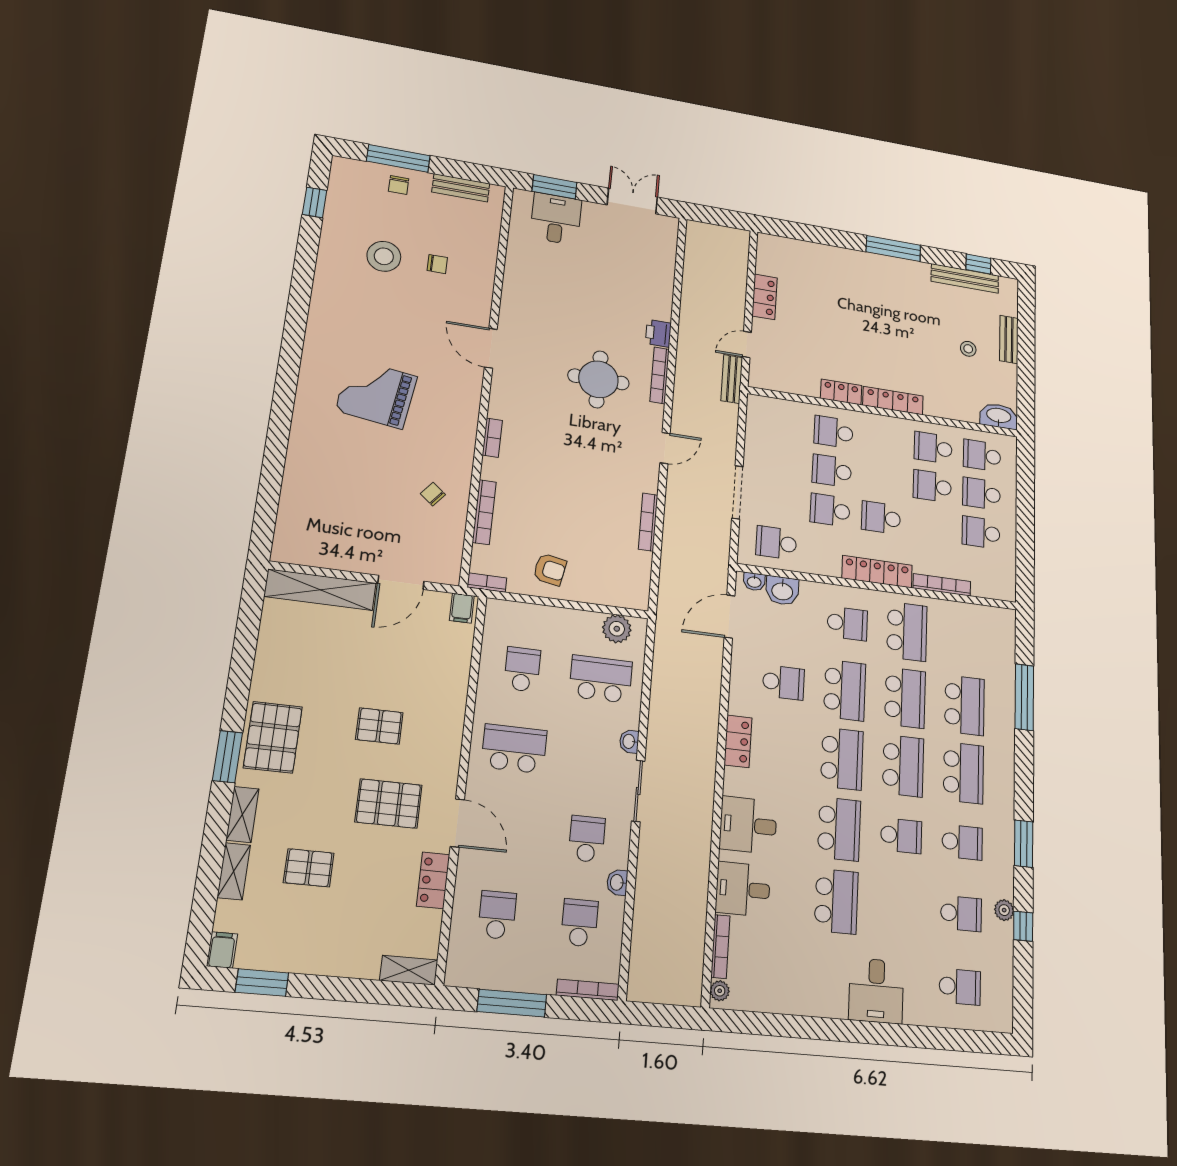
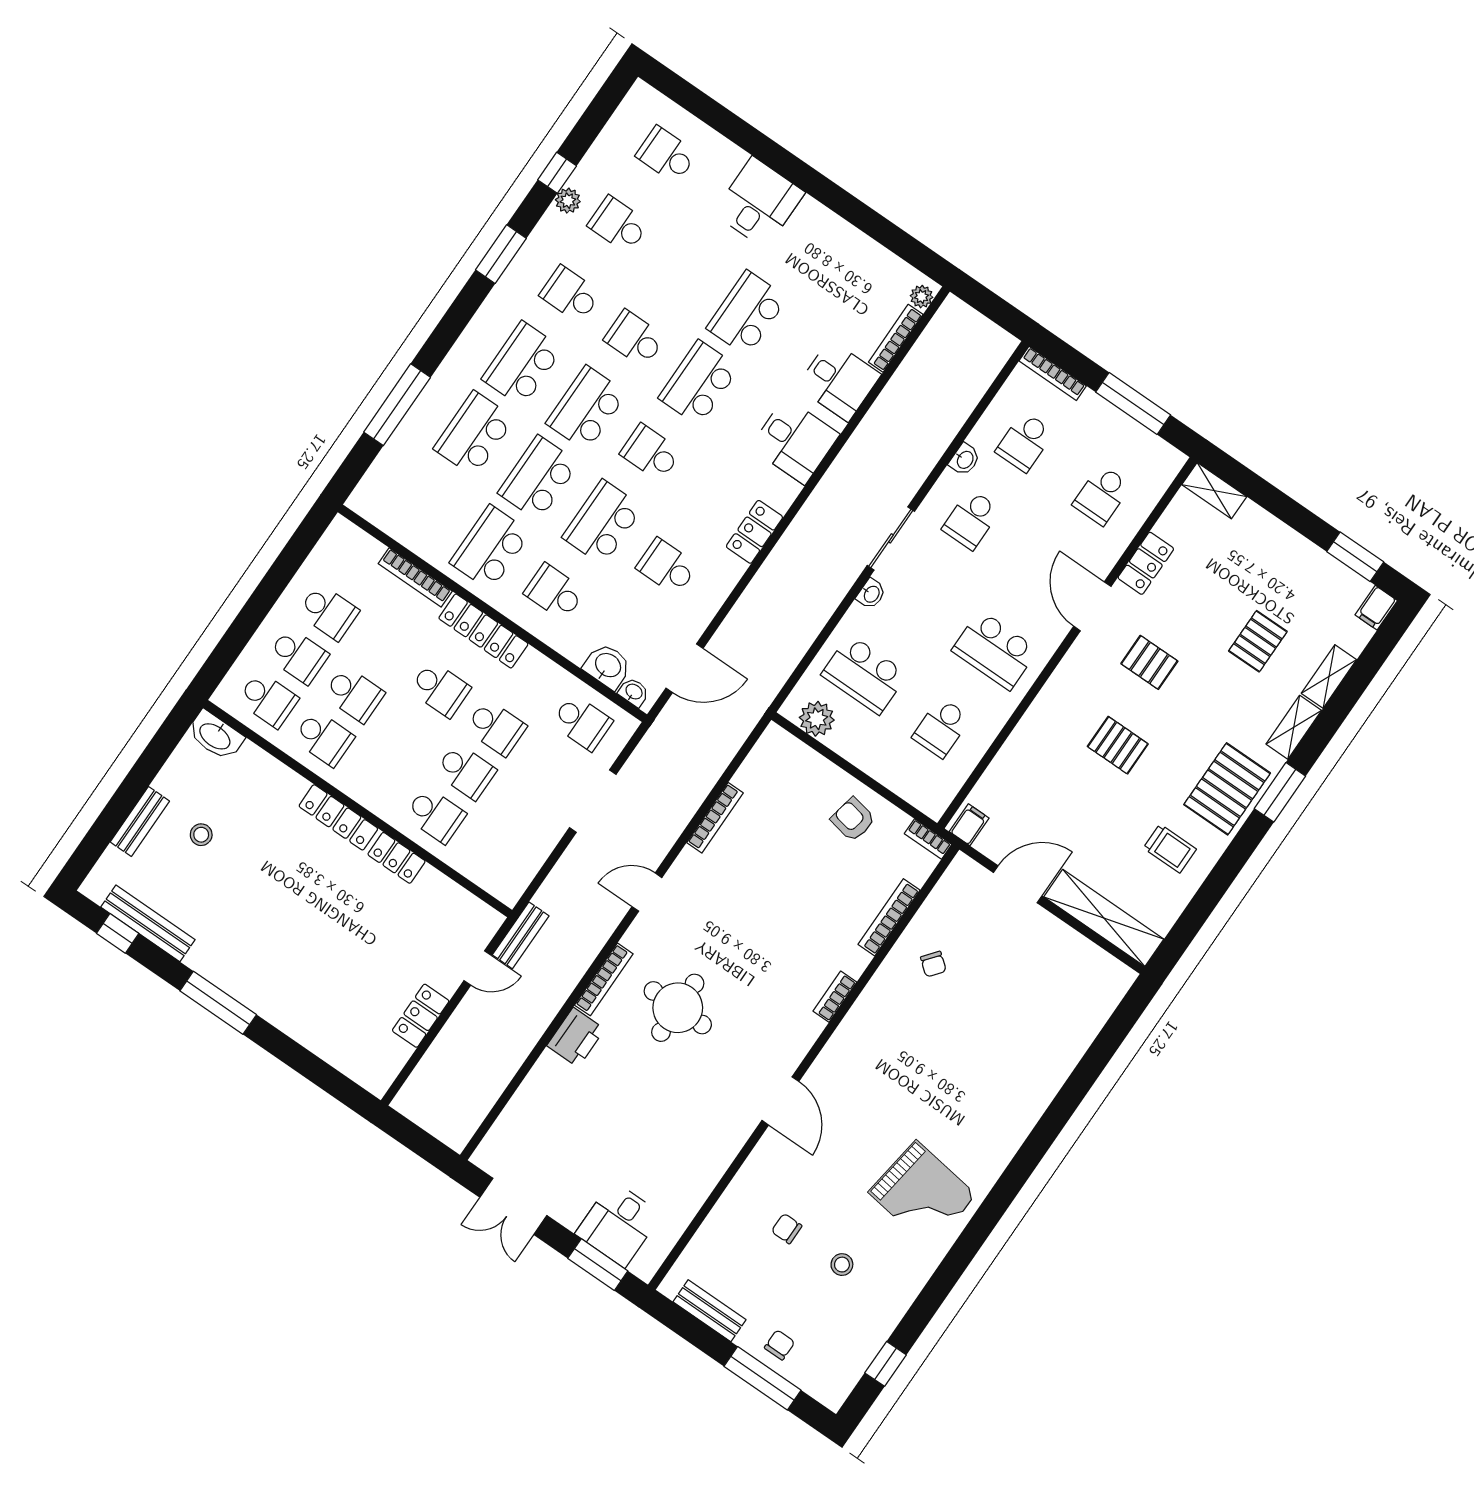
stool: (384, 256) -> (842, 1265), width x0.53, depth x0.53
printer: (658, 333) -> (576, 1037), width x1.36, depth x1.24
grand piano: (376, 393) -> (922, 1194), moved
trolley: (295, 668) -> (1170, 849), added
school desk: (842, 759) -> (651, 453), width x0.54
pallet: (389, 804) -> (1149, 662), width x0.67, depth x0.71
pallet: (309, 868) -> (1258, 641), turned 90

